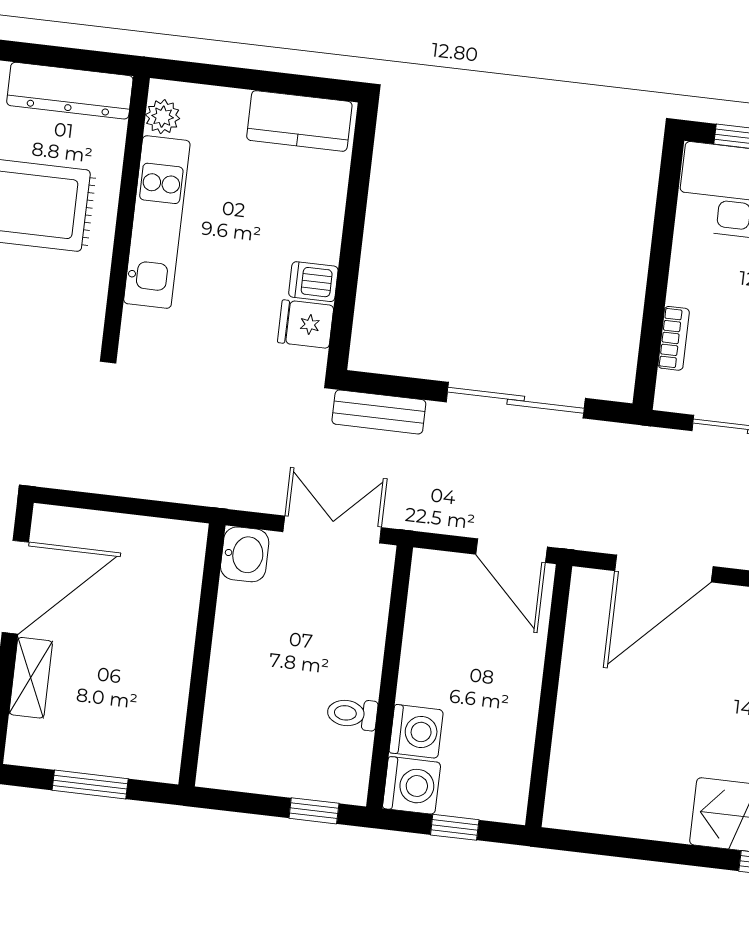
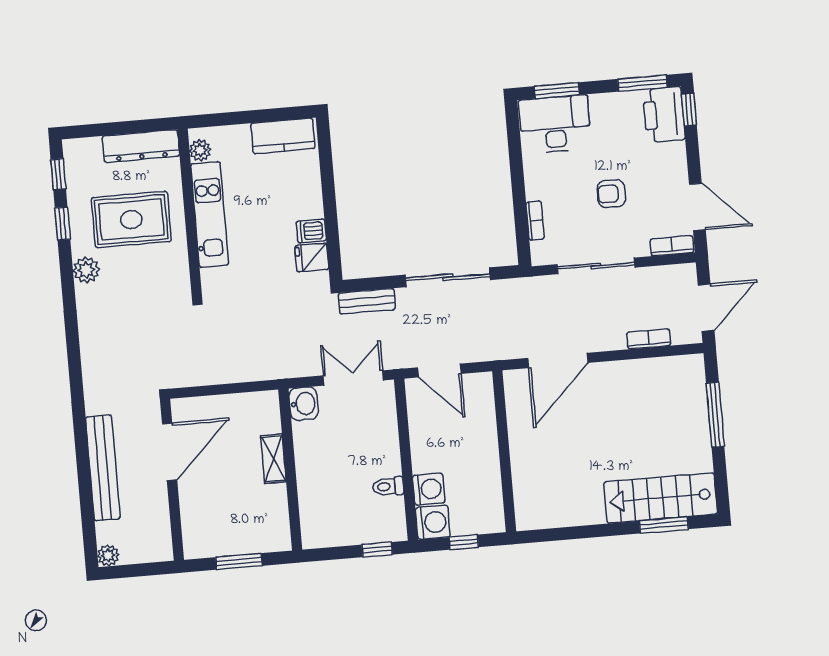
door: (511, 551) -> (439, 371), moved
shelving: (31, 678) -> (273, 459), moved

